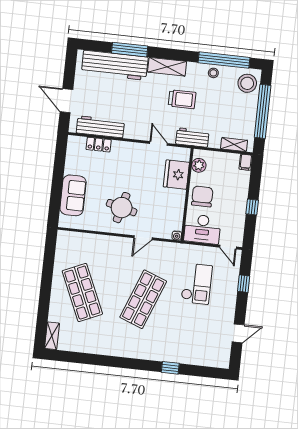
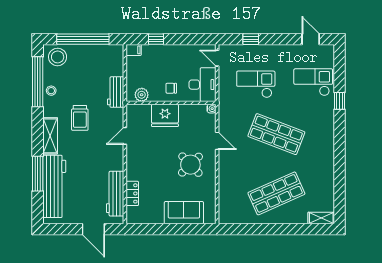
trolley: (182, 99) -> (80, 118), turned 180
door: (66, 101) -> (93, 229), hinge flipped
workbench: (192, 138) -> (116, 92), moved
shelving: (234, 145) -> (118, 63), removed
fridge: (176, 175) -> (165, 115), moved
chair: (202, 196) -> (171, 88), width x0.54, depth x0.54
window: (252, 207) -> (156, 39), moved
round table: (122, 208) -> (190, 165), turned 32
door: (228, 247) -> (217, 58), swing flipped
door: (238, 333) -> (311, 39), moved
checkout: (192, 343) -> (313, 82), added

